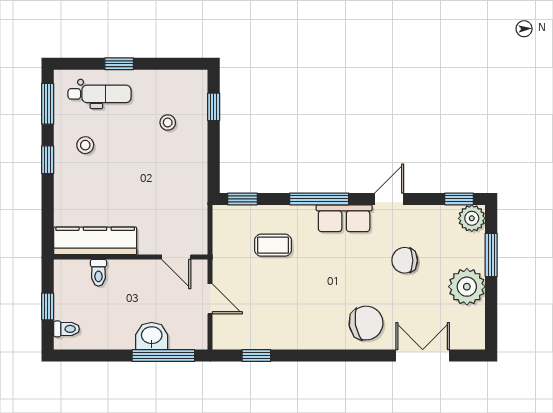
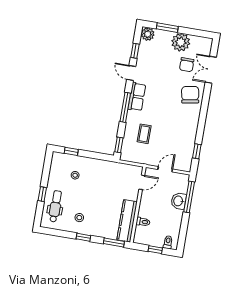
window: (48, 104) -> (114, 242), moved
window: (459, 199) -> (135, 51), moved
chair: (405, 260) -> (187, 65), moved

